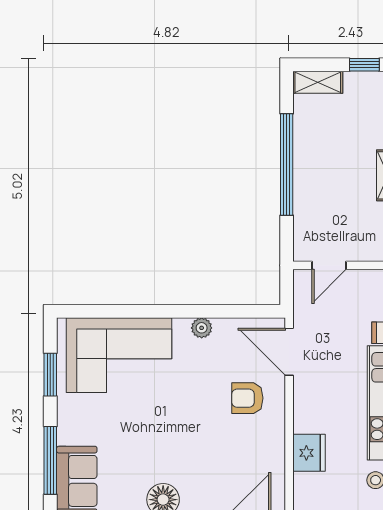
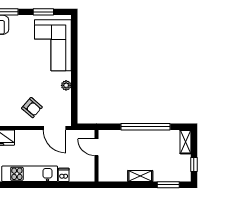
door: (289, 352) -> (54, 128), swing flipped
armchair: (247, 398) -> (32, 108), turned 131

